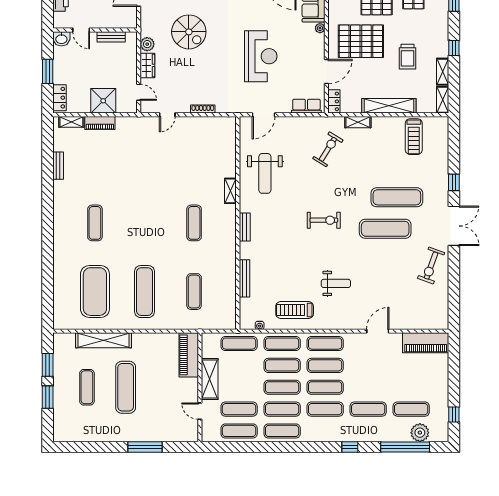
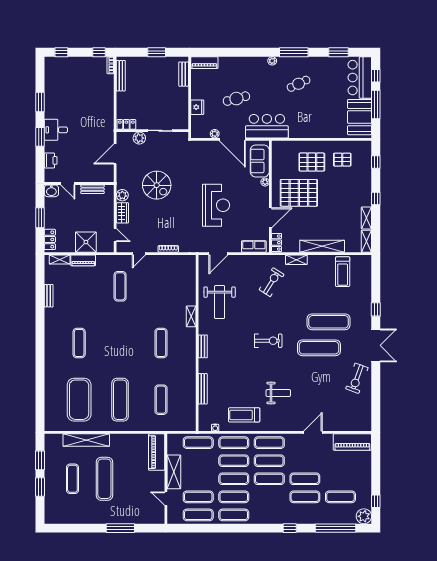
trolley: (407, 57) -> (337, 206), removed
exercise mat: (145, 154) -> (120, 286), added
exercise mat: (325, 409) -> (305, 479), moved
plant: (420, 433) -> (364, 516), moved

